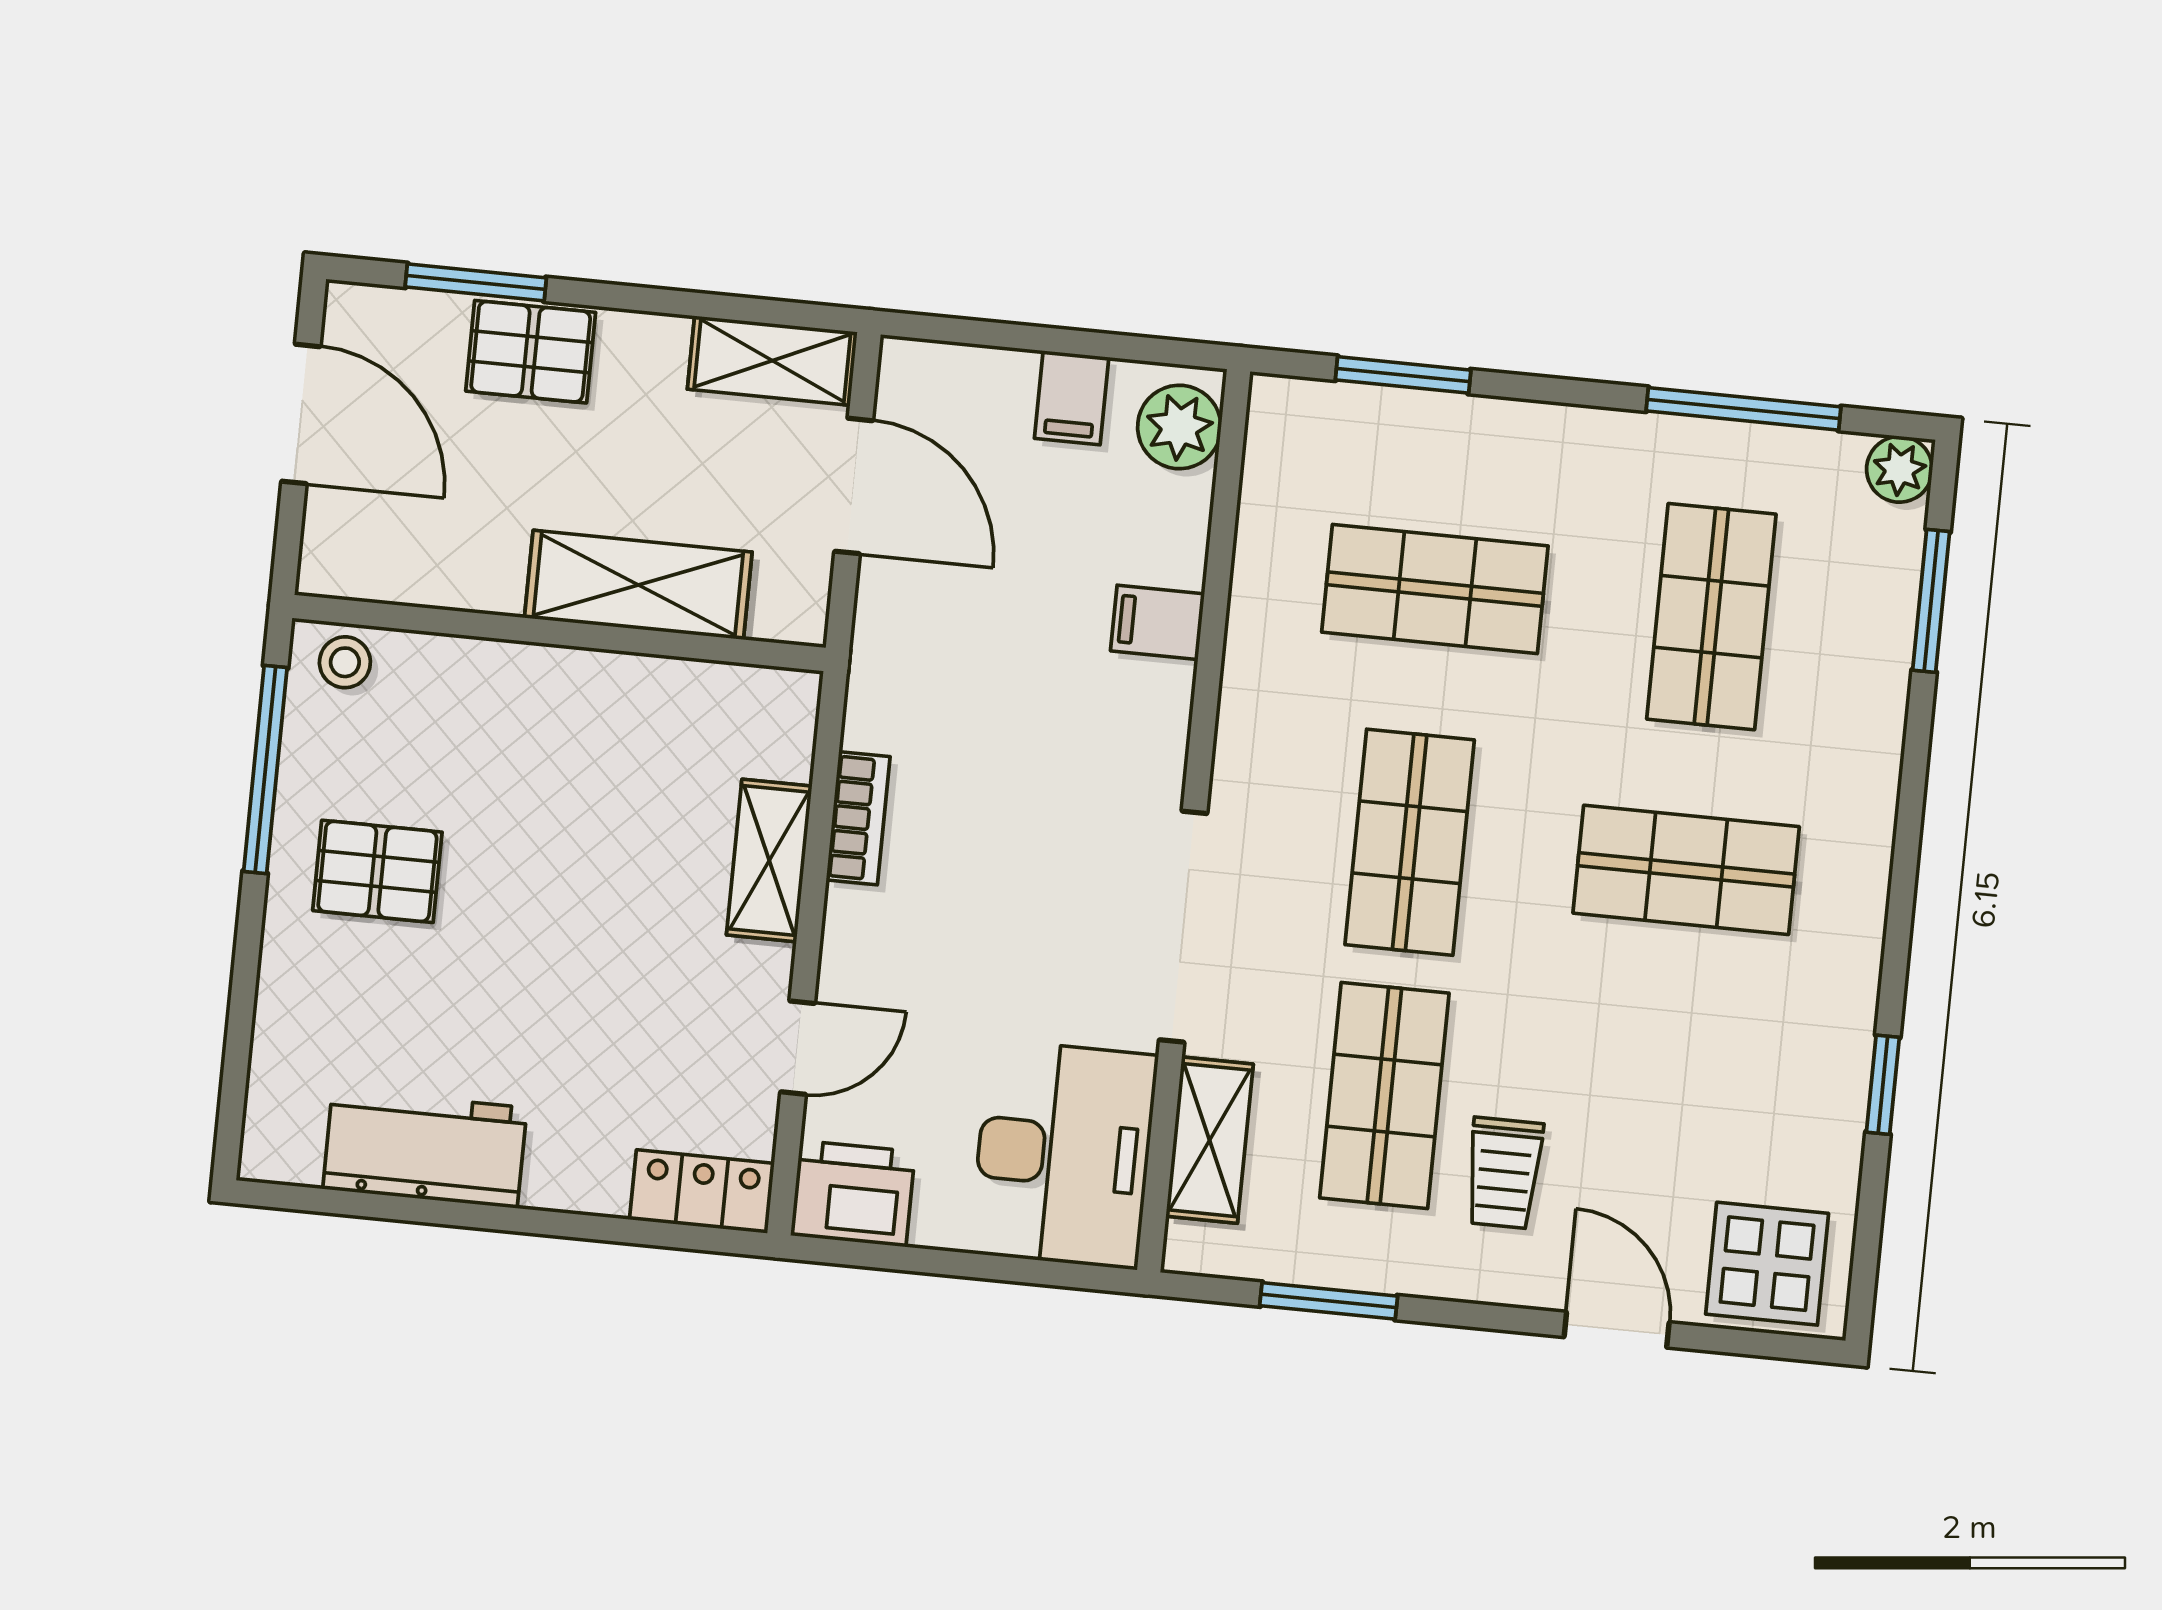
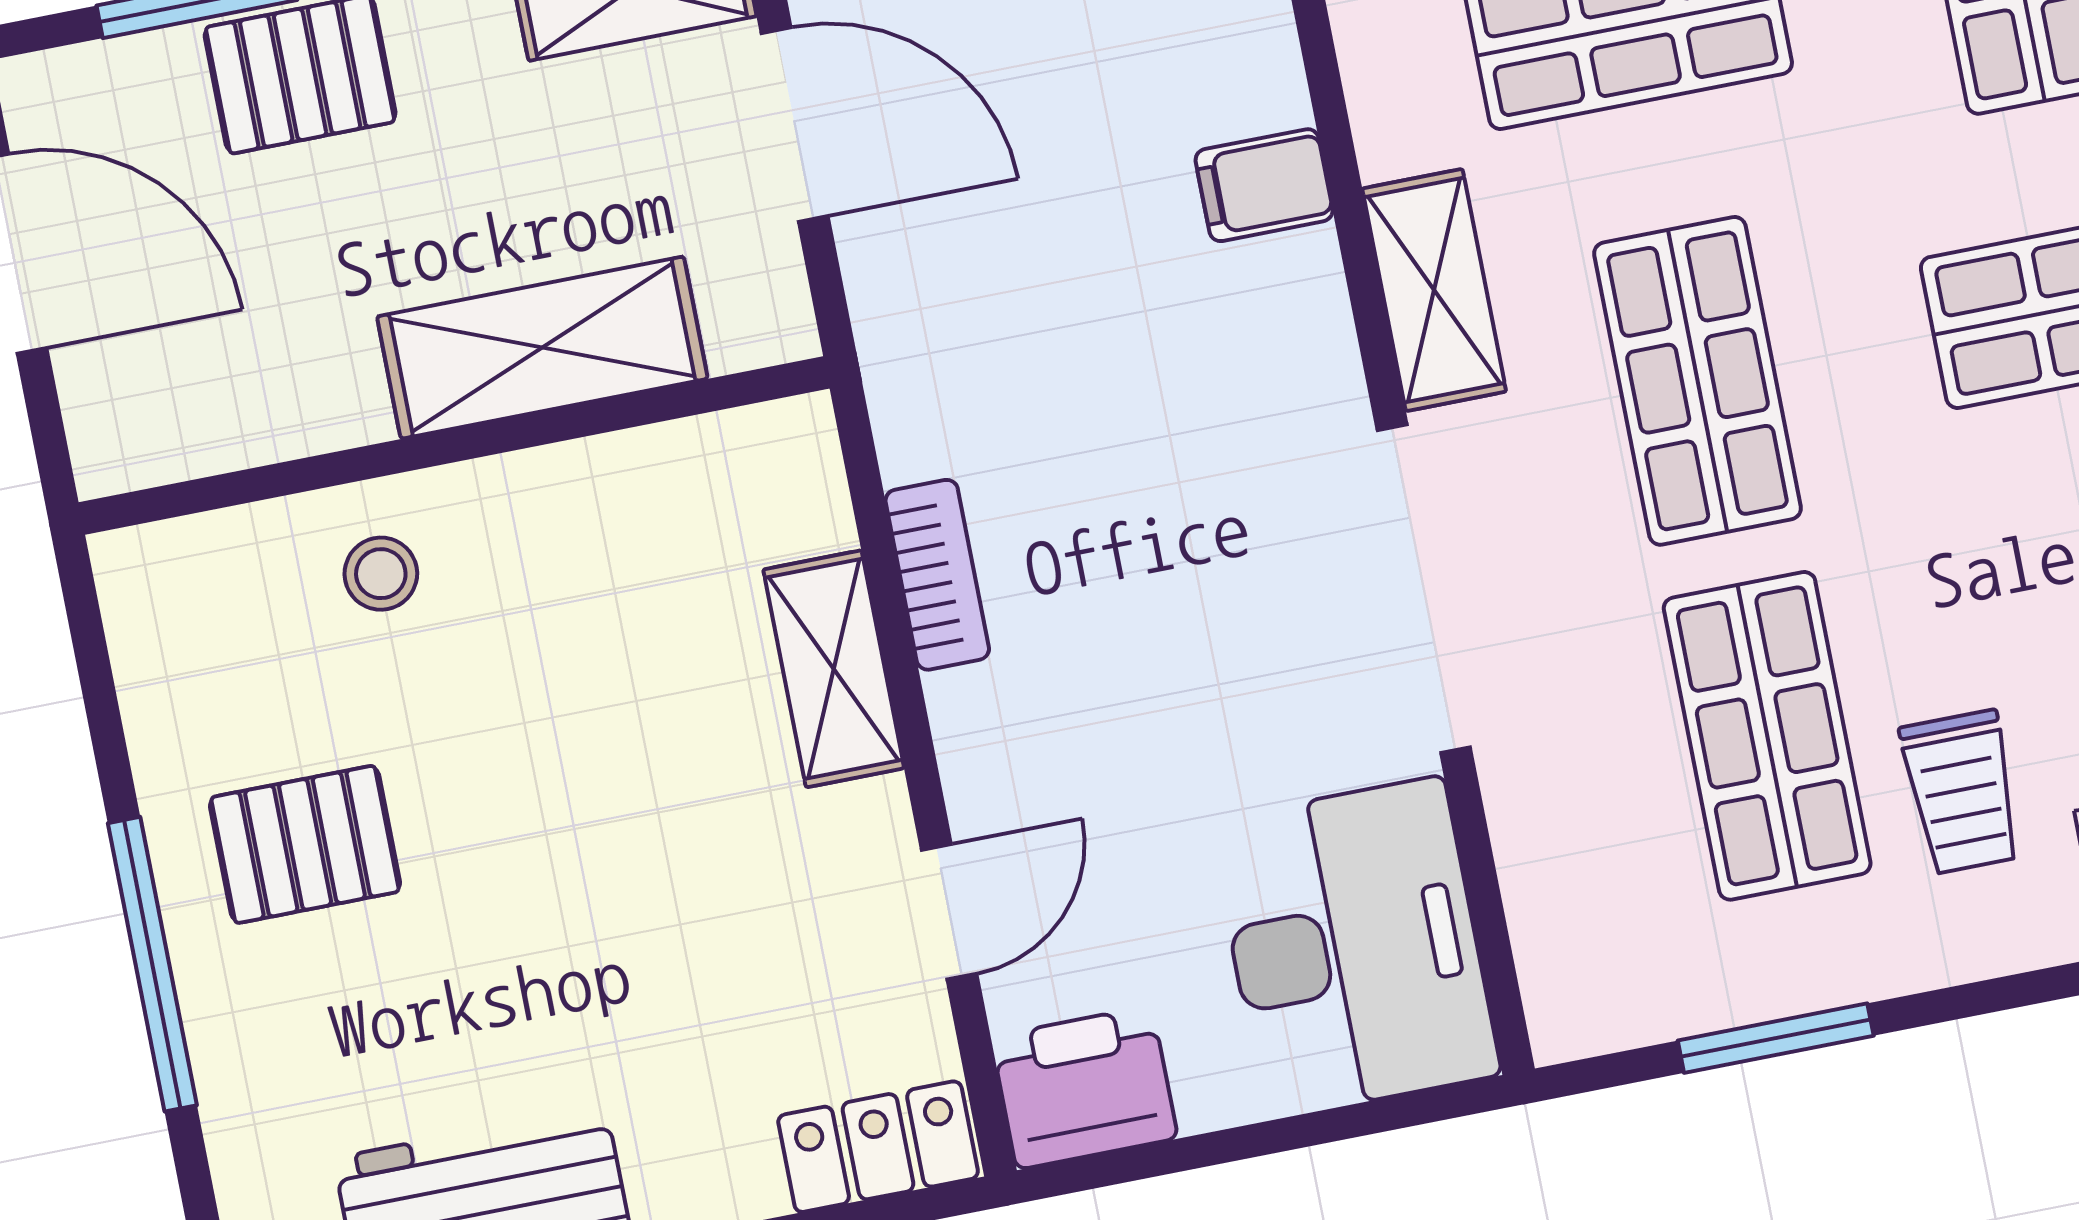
stool: (345, 662) -> (381, 574), moved
window: (265, 770) -> (152, 964), moved
shelving: (1210, 1140) -> (1434, 290), moved

